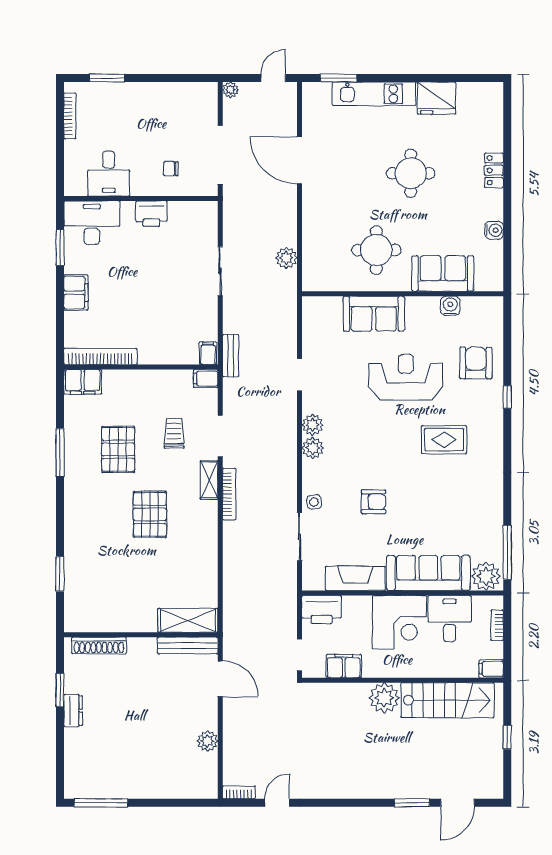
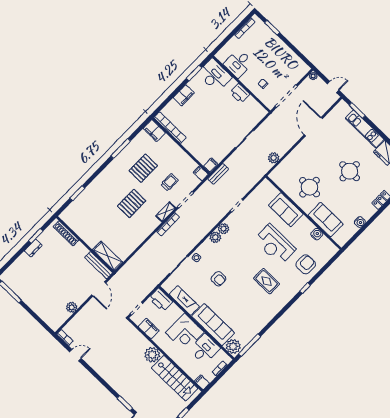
reception desk: (406, 377) -> (275, 244), turned 180

